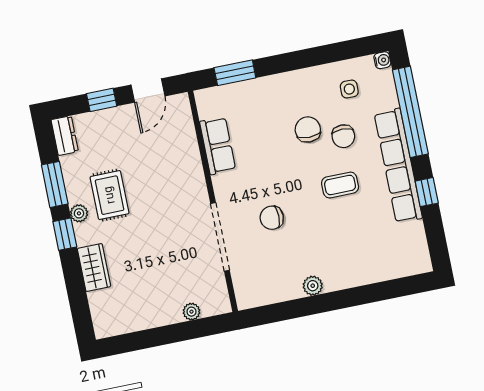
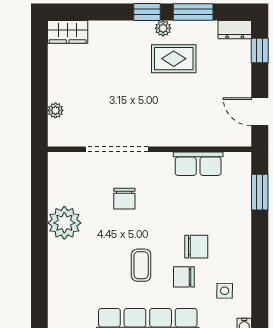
window: (102, 100) -> (260, 51), moved
chair: (272, 218) -> (124, 199), turned 180
wardrobe: (94, 267) -> (68, 32), moved
plant: (313, 286) -> (64, 223), width x1.88, depth x1.88

